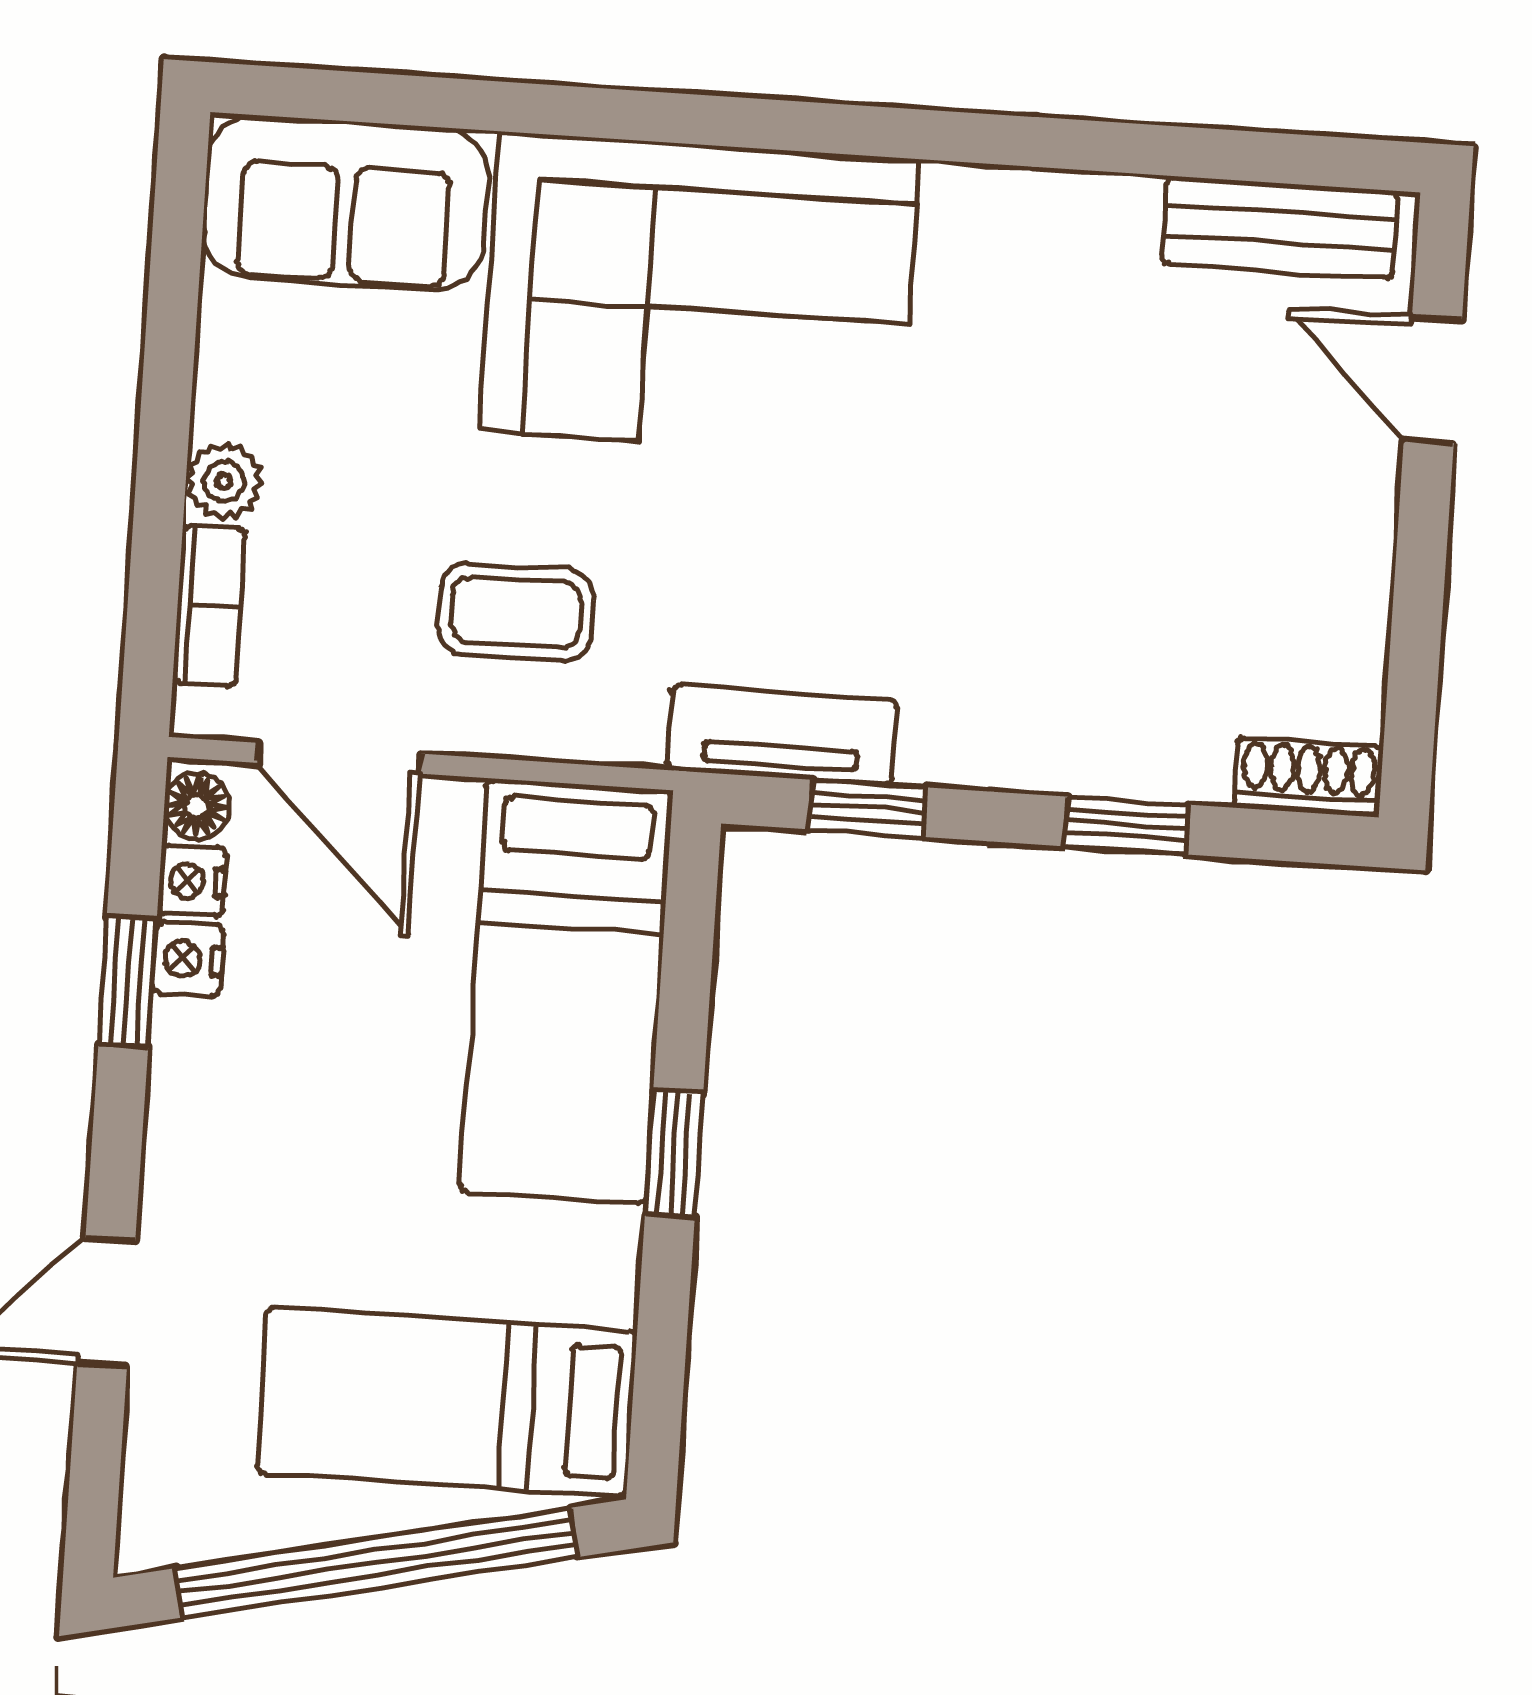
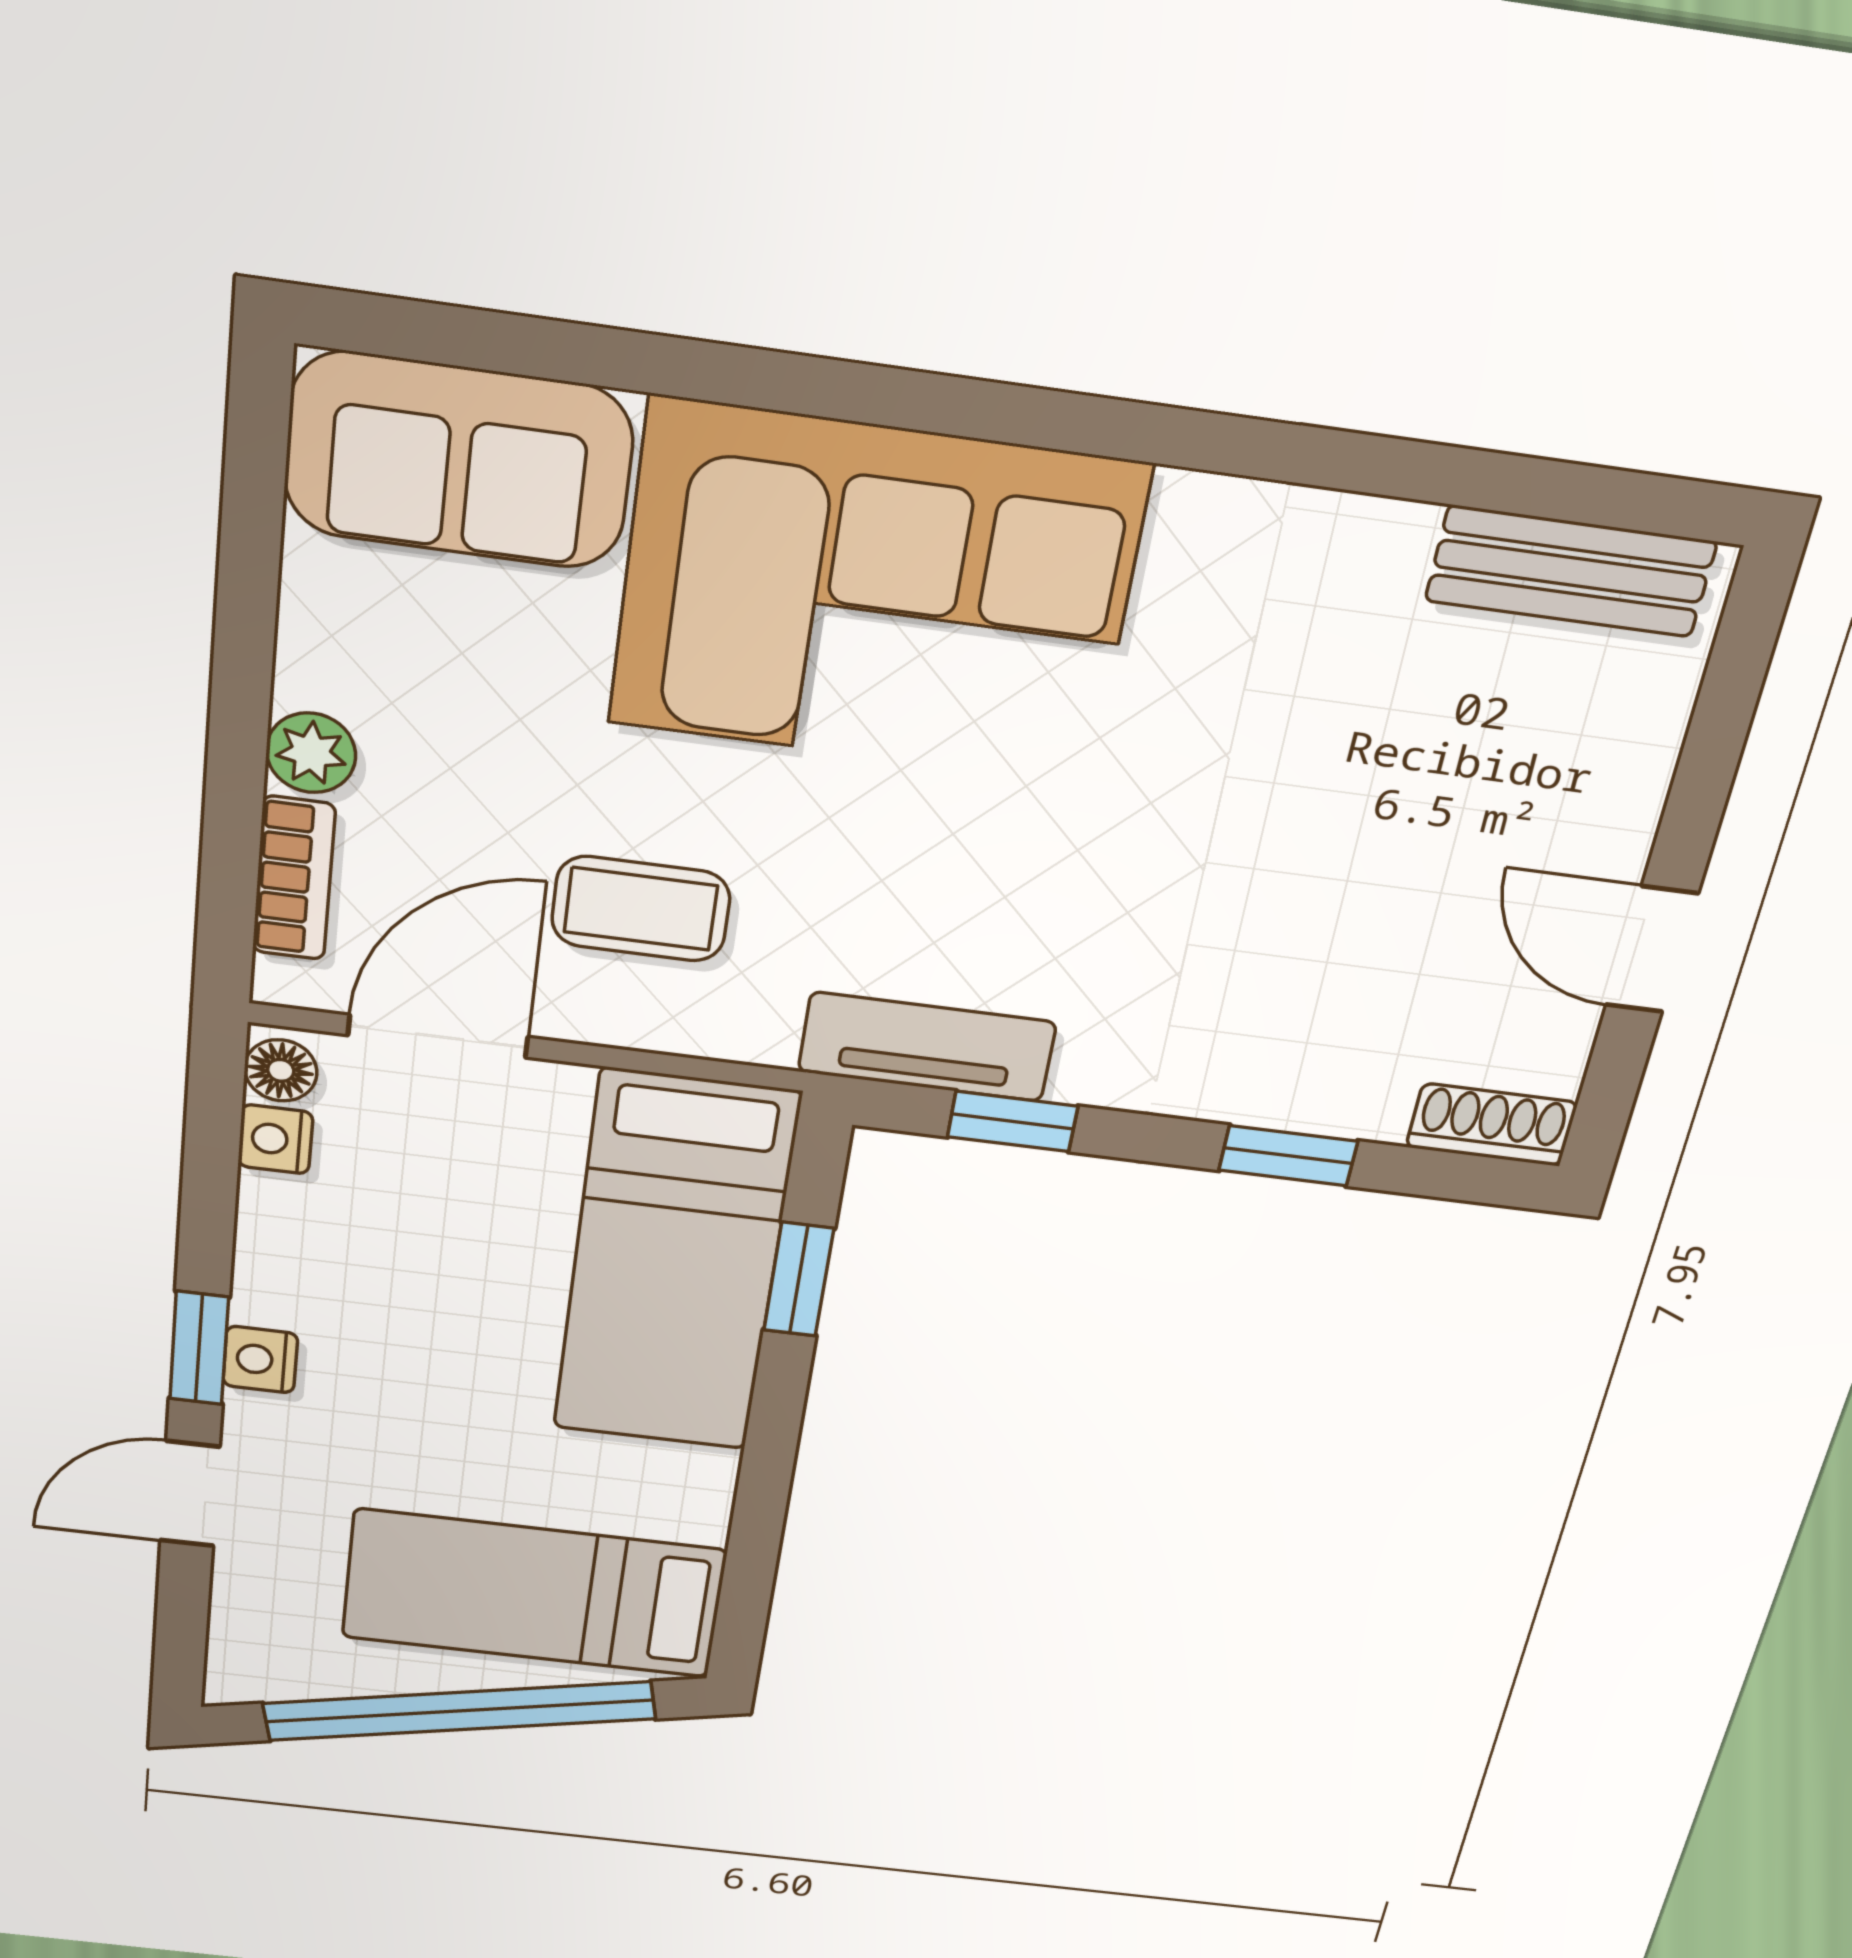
door: (1433, 379) -> (1652, 949), moved
door: (339, 758) -> (438, 1036), swing flipped
nightstand: (188, 959) -> (260, 1360), moved
window: (128, 981) -> (199, 1348), moved
window: (674, 1154) -> (799, 1279), moved

